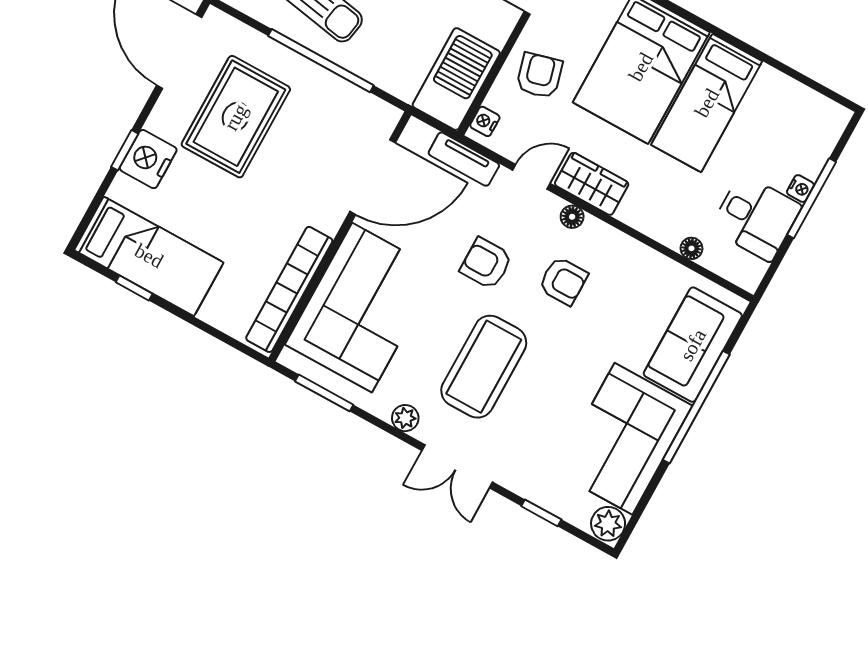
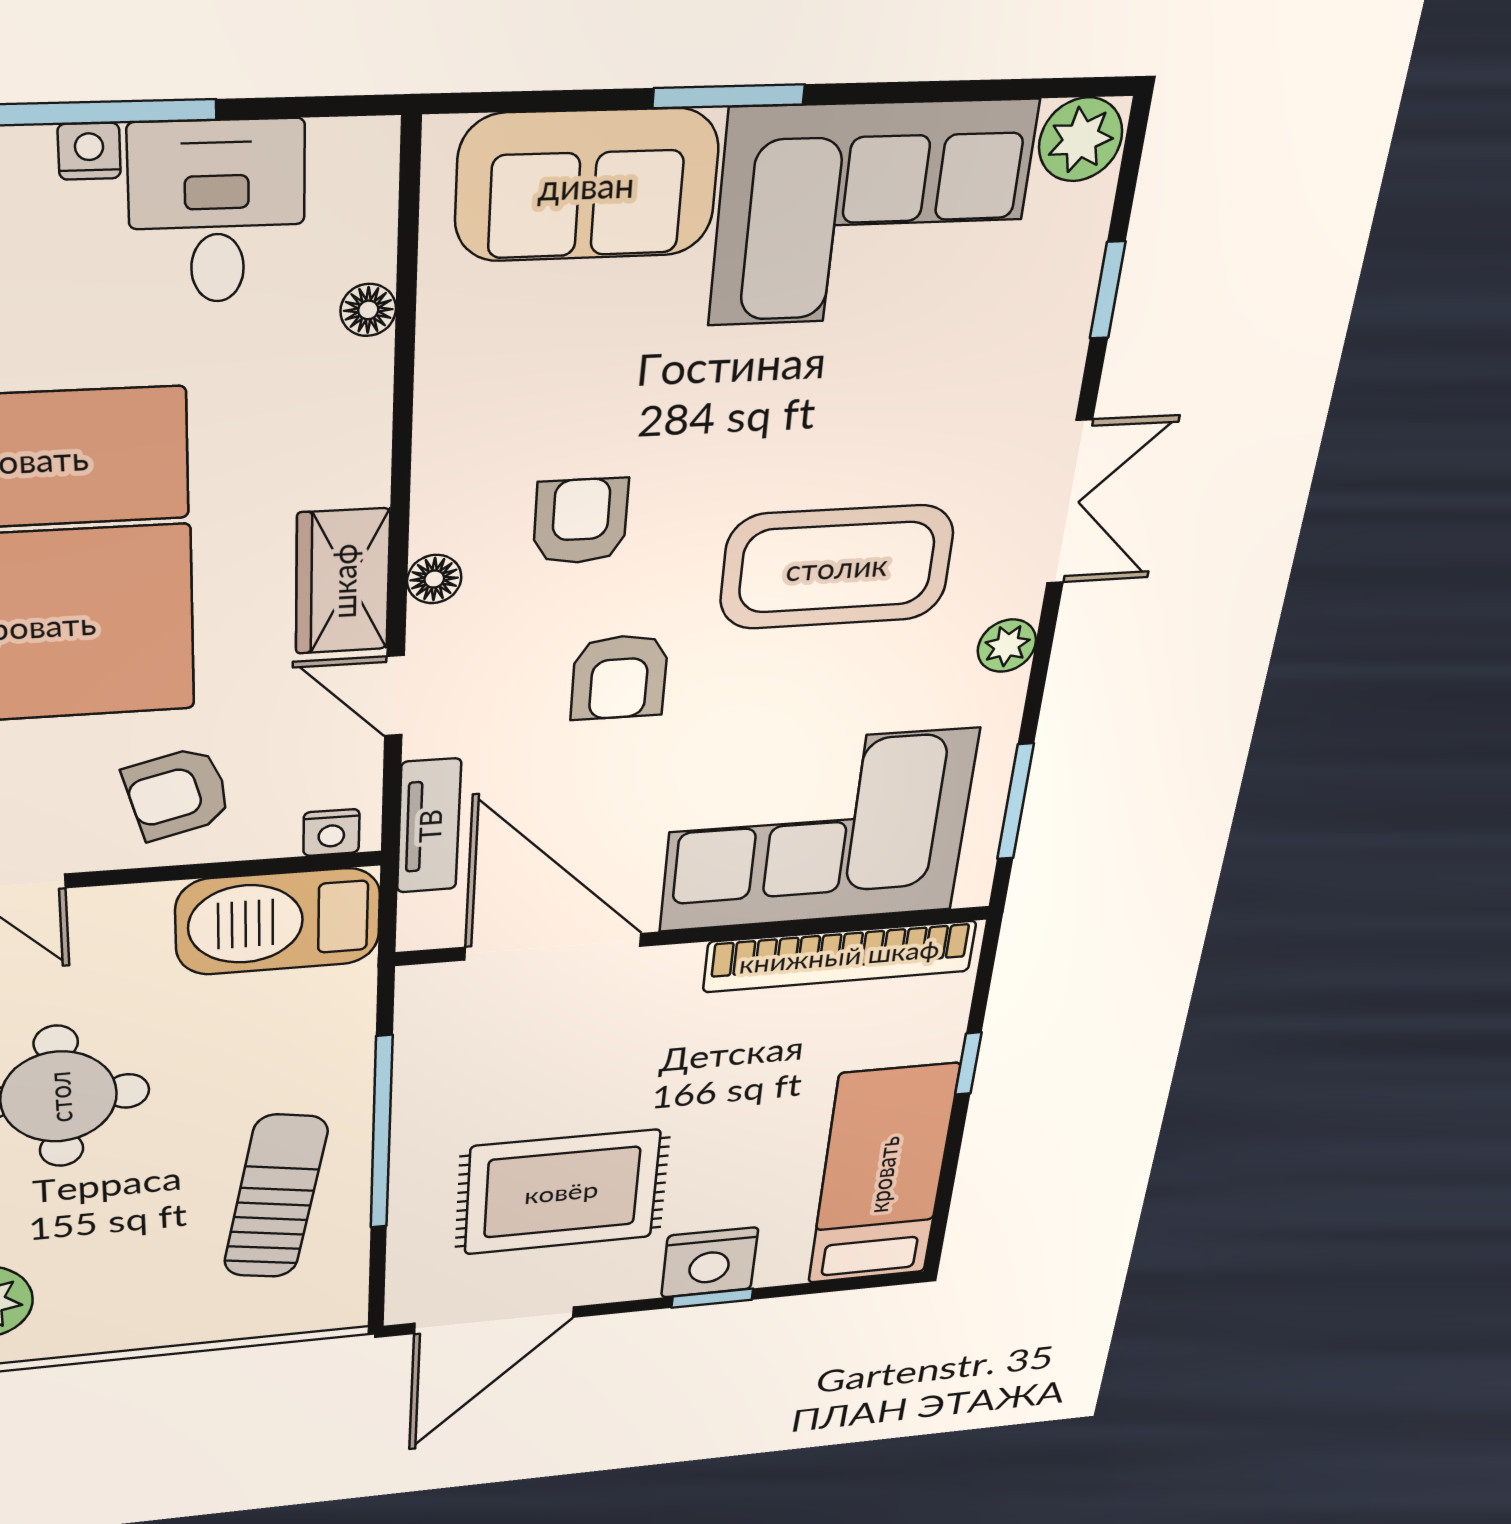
window: (134, 288) -> (968, 1064), moved
window: (696, 407) -> (729, 96), width x0.47

